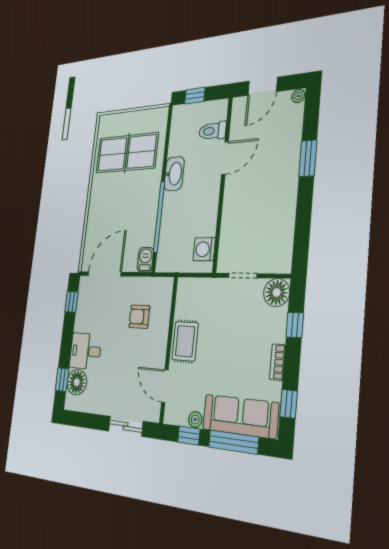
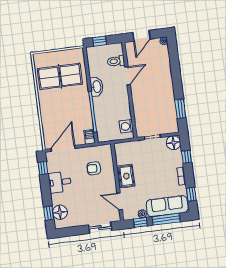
window: (308, 158) -> (180, 109), moved
desk: (85, 351) -> (60, 182), moved

